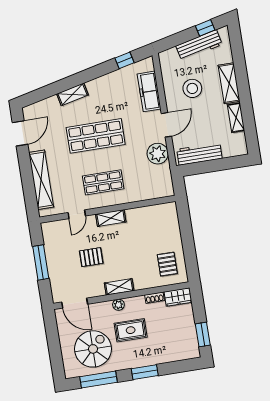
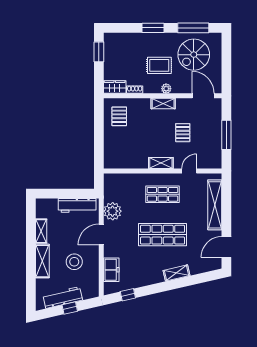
window: (205, 28) -> (70, 308), moved
freezer: (149, 91) -> (111, 270), width x0.71
pallet: (91, 257) -> (183, 133), turned 90

